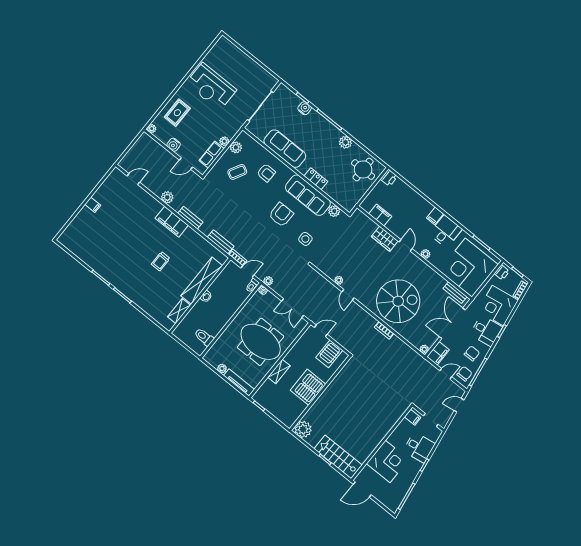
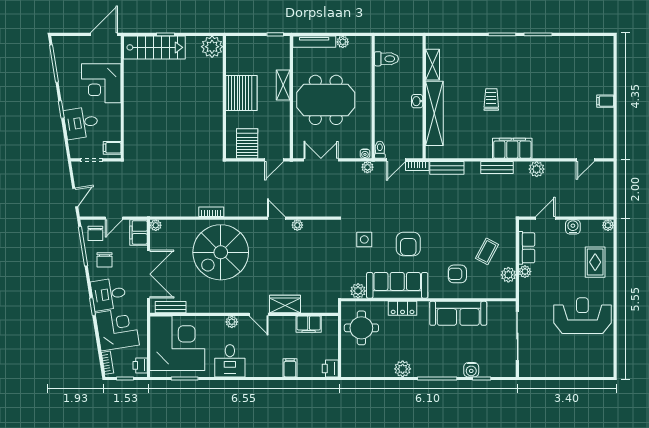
round table: (363, 169) -> (361, 328), moved
filing cabinet: (435, 216) -> (290, 368), moved

